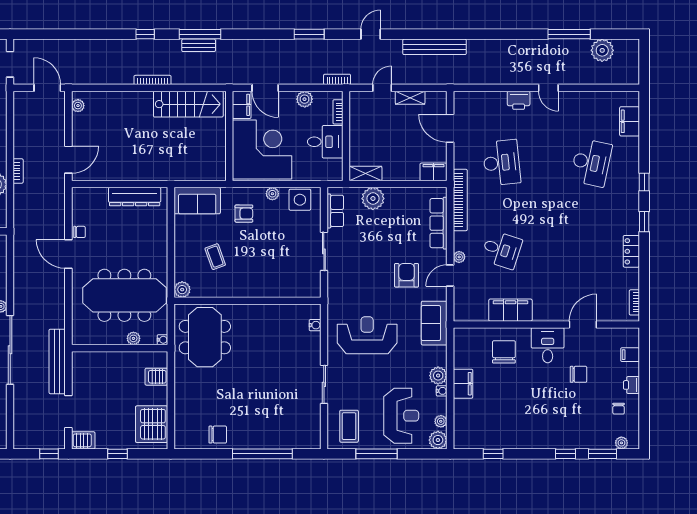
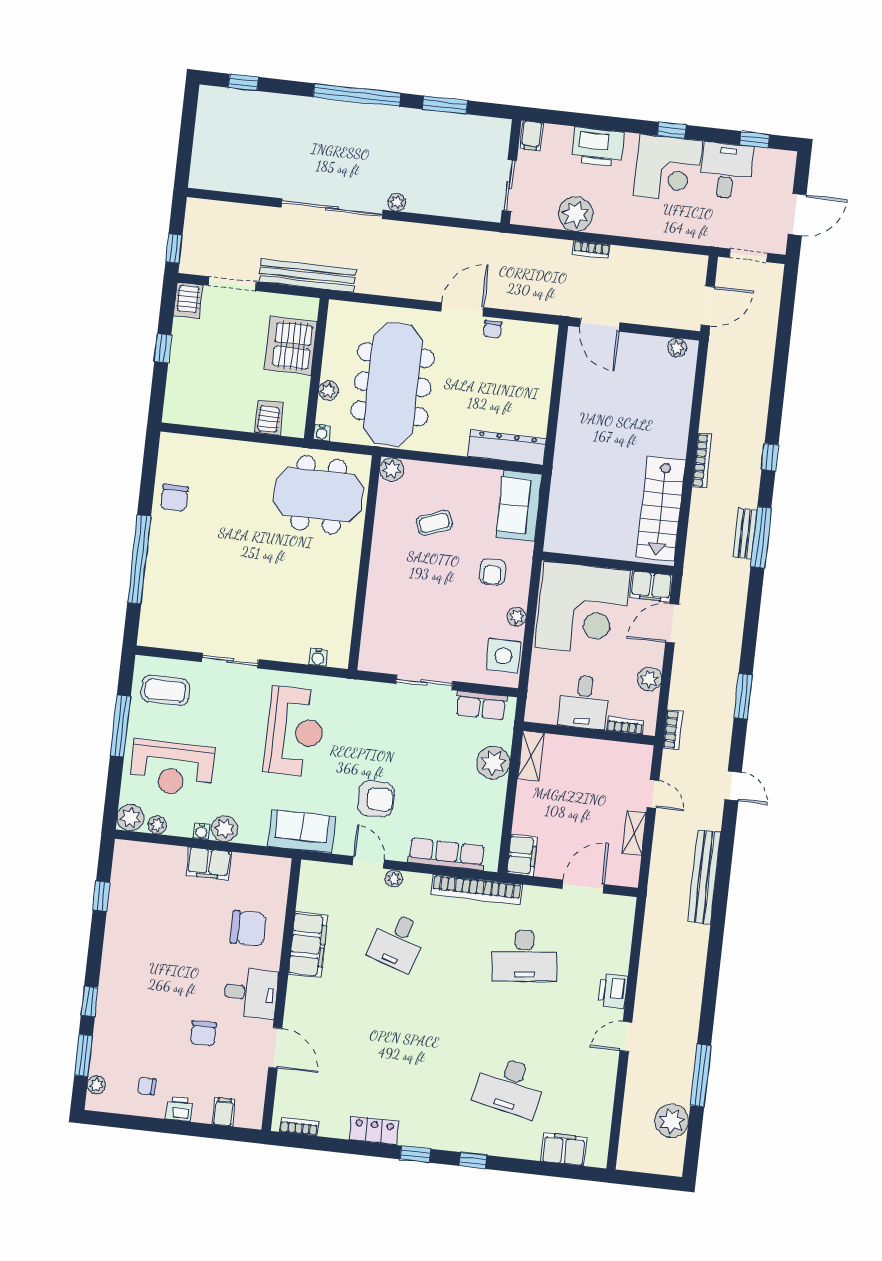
dresser: (135, 197) -> (507, 447), moved, turned 90
server rack: (152, 424) -> (291, 346), moved, turned -90

